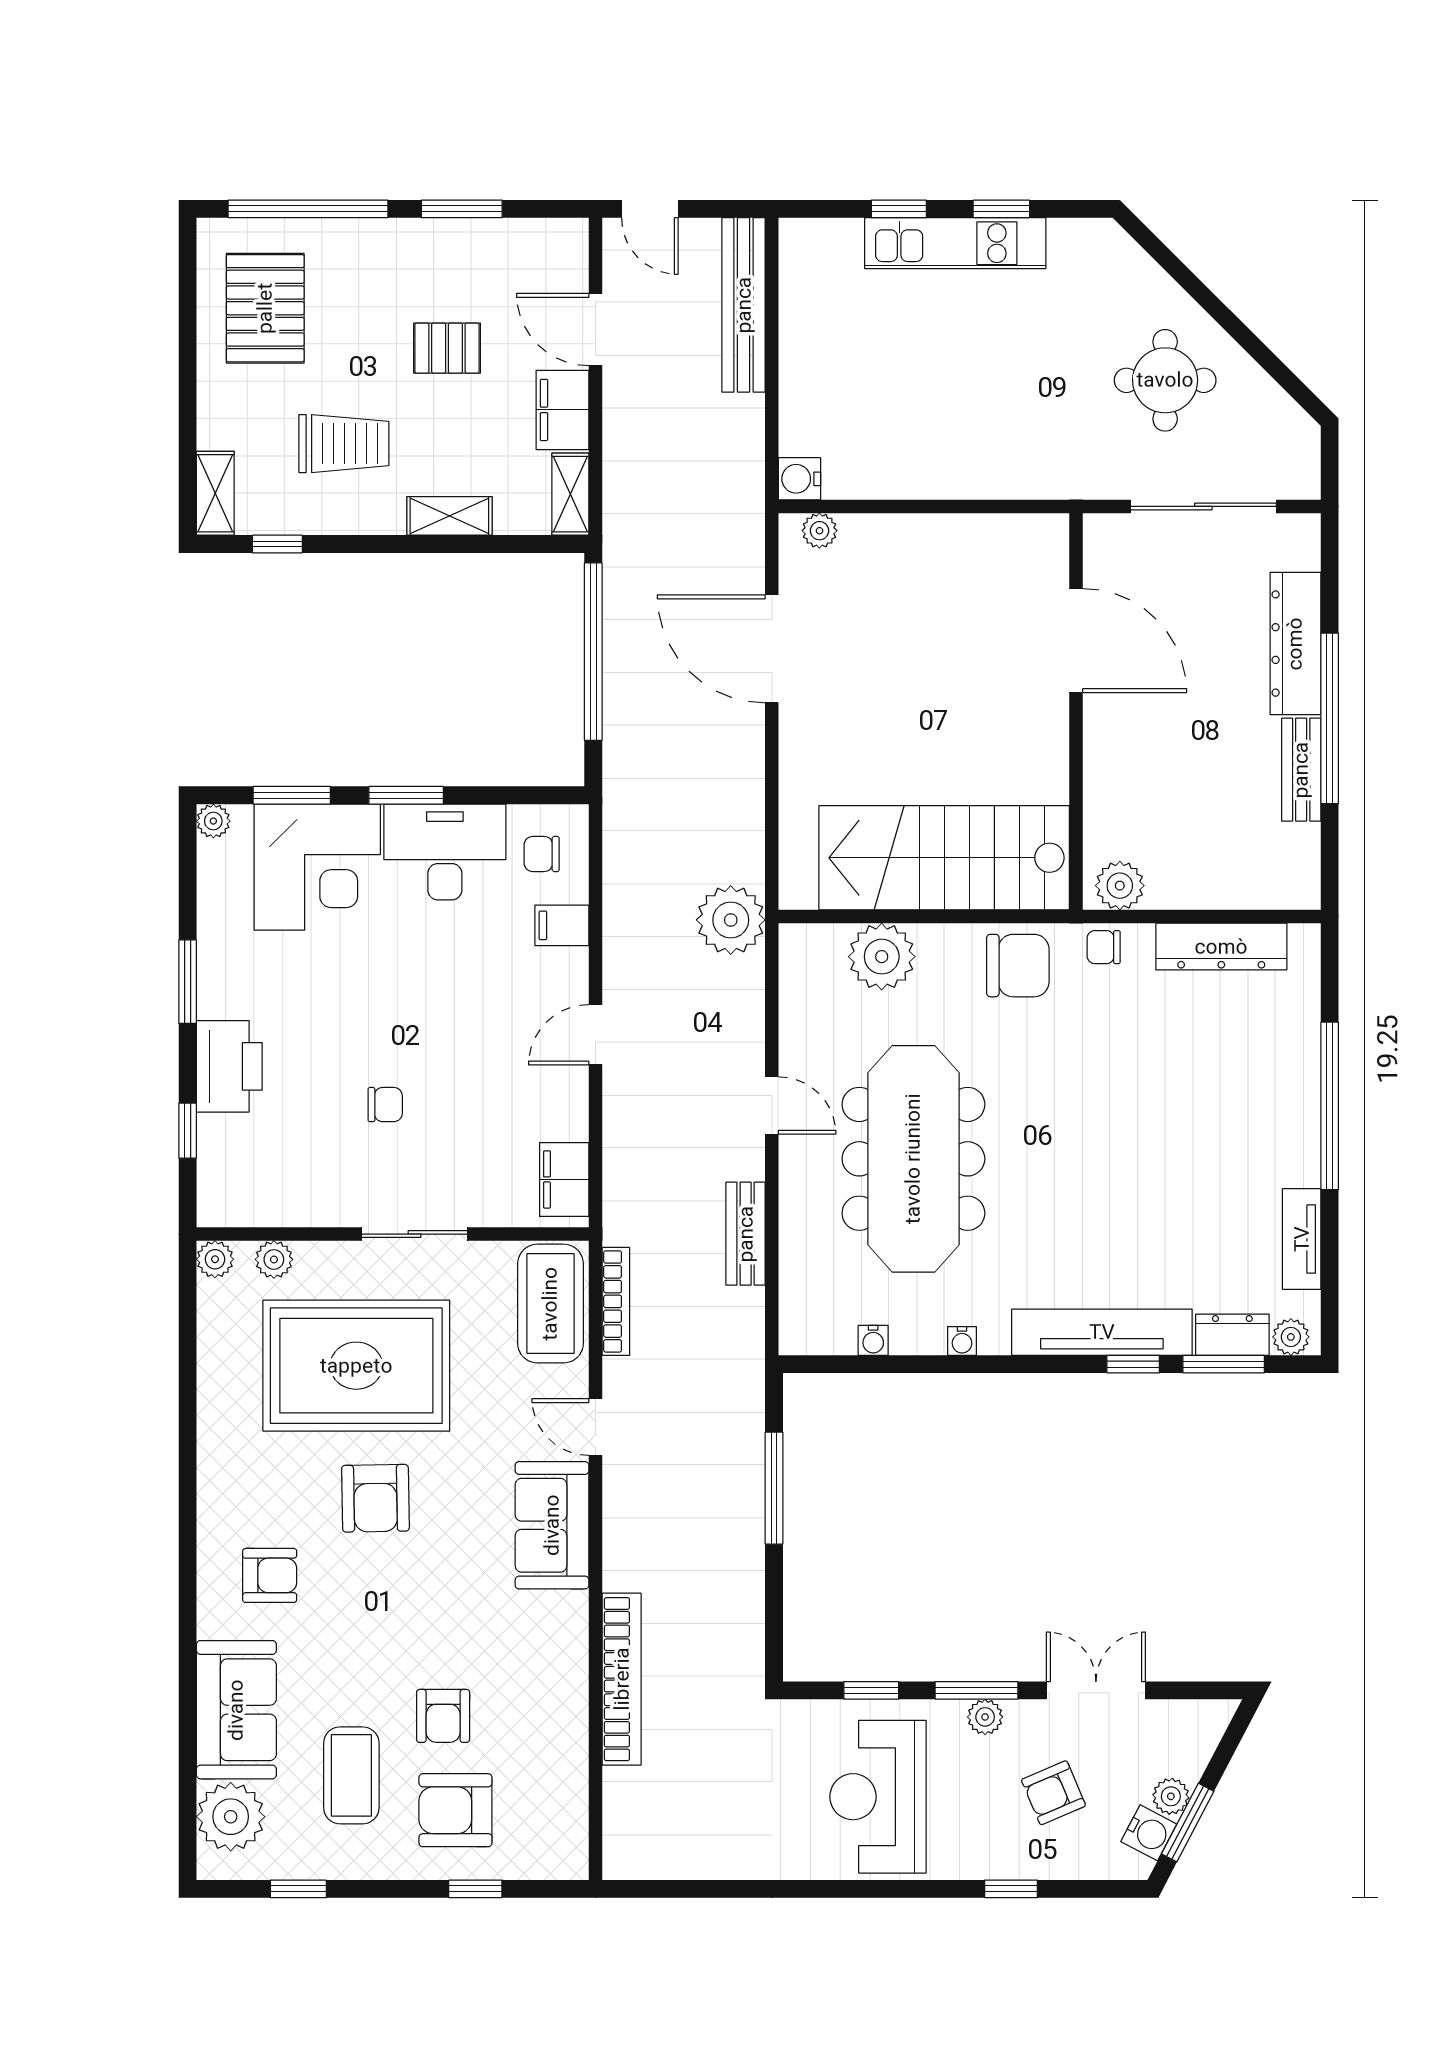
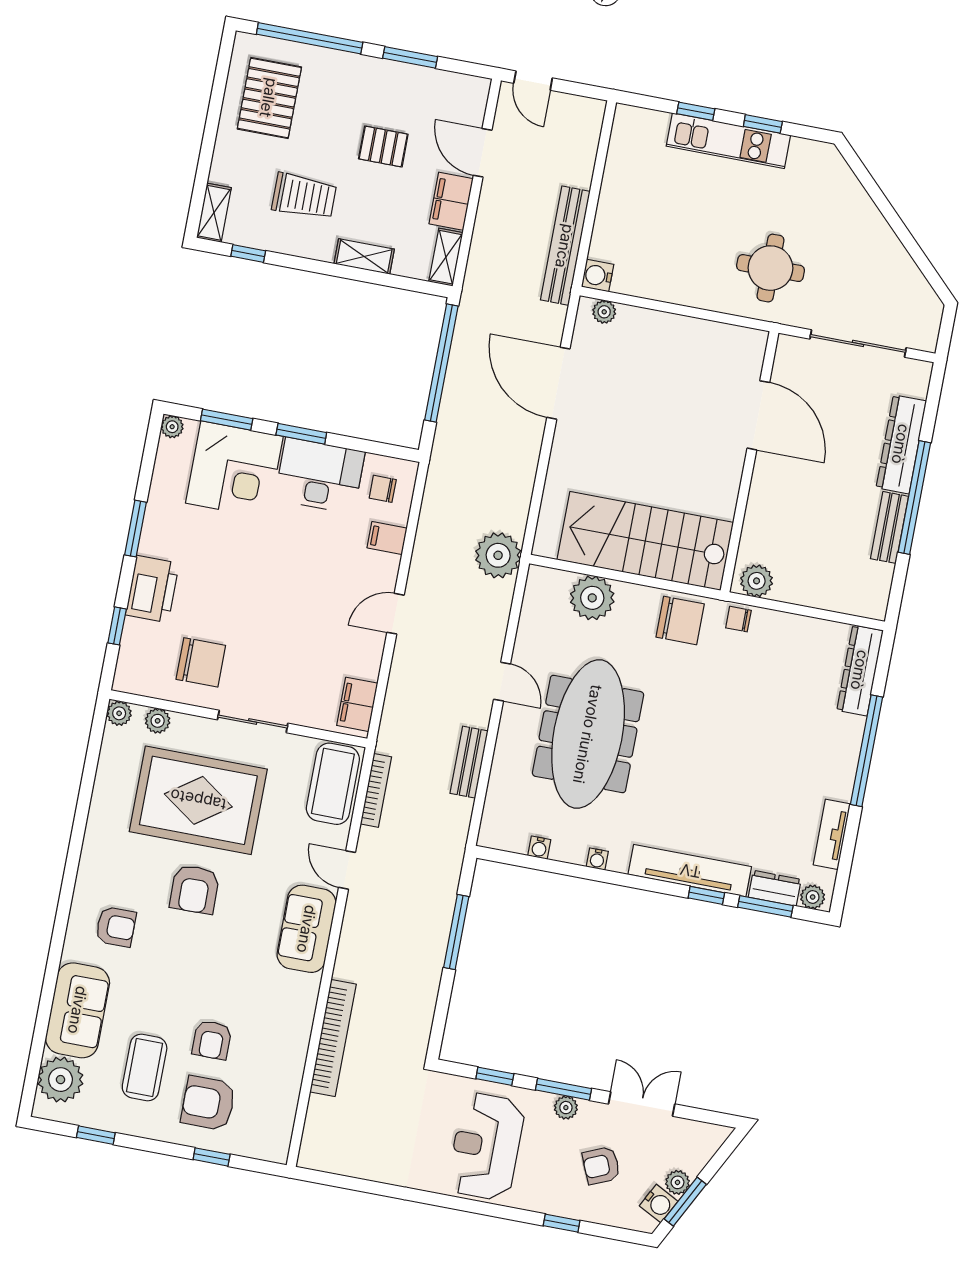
bench: (744, 305) -> (565, 246), moved
round table: (1165, 380) -> (770, 268), moved
dresser: (1221, 947) -> (860, 670), moved, turned 90
chair: (385, 1105) -> (201, 662), moved, width x1.87, depth x1.87

